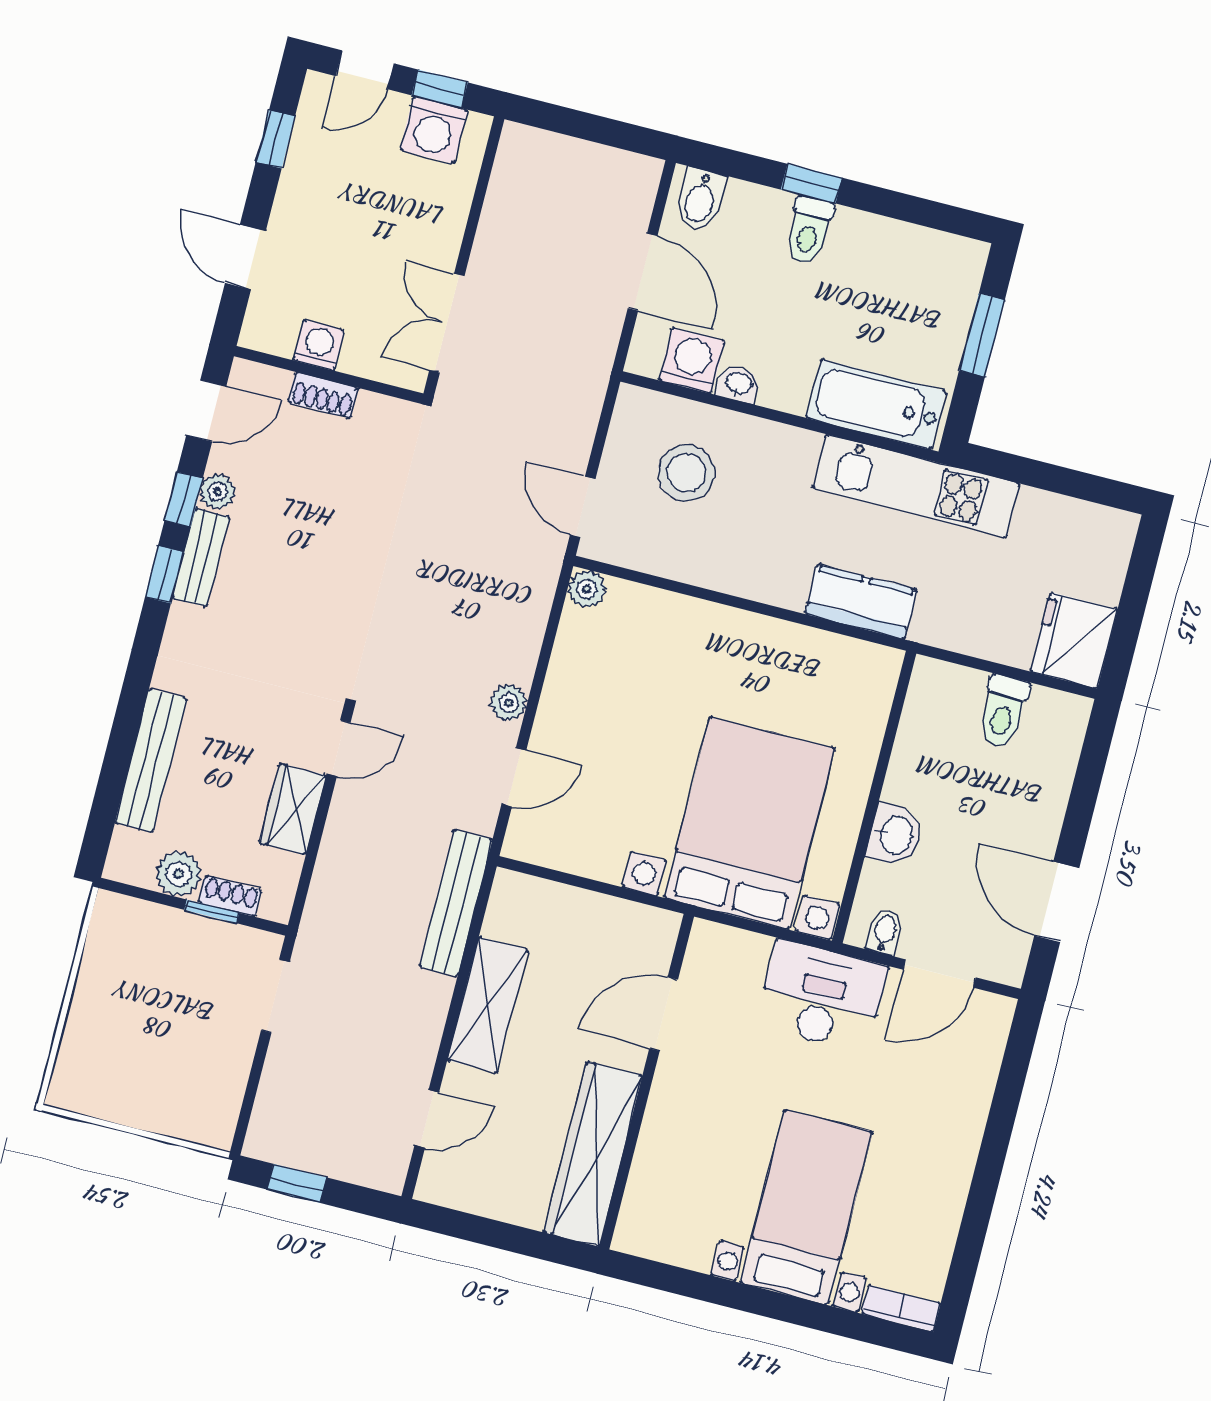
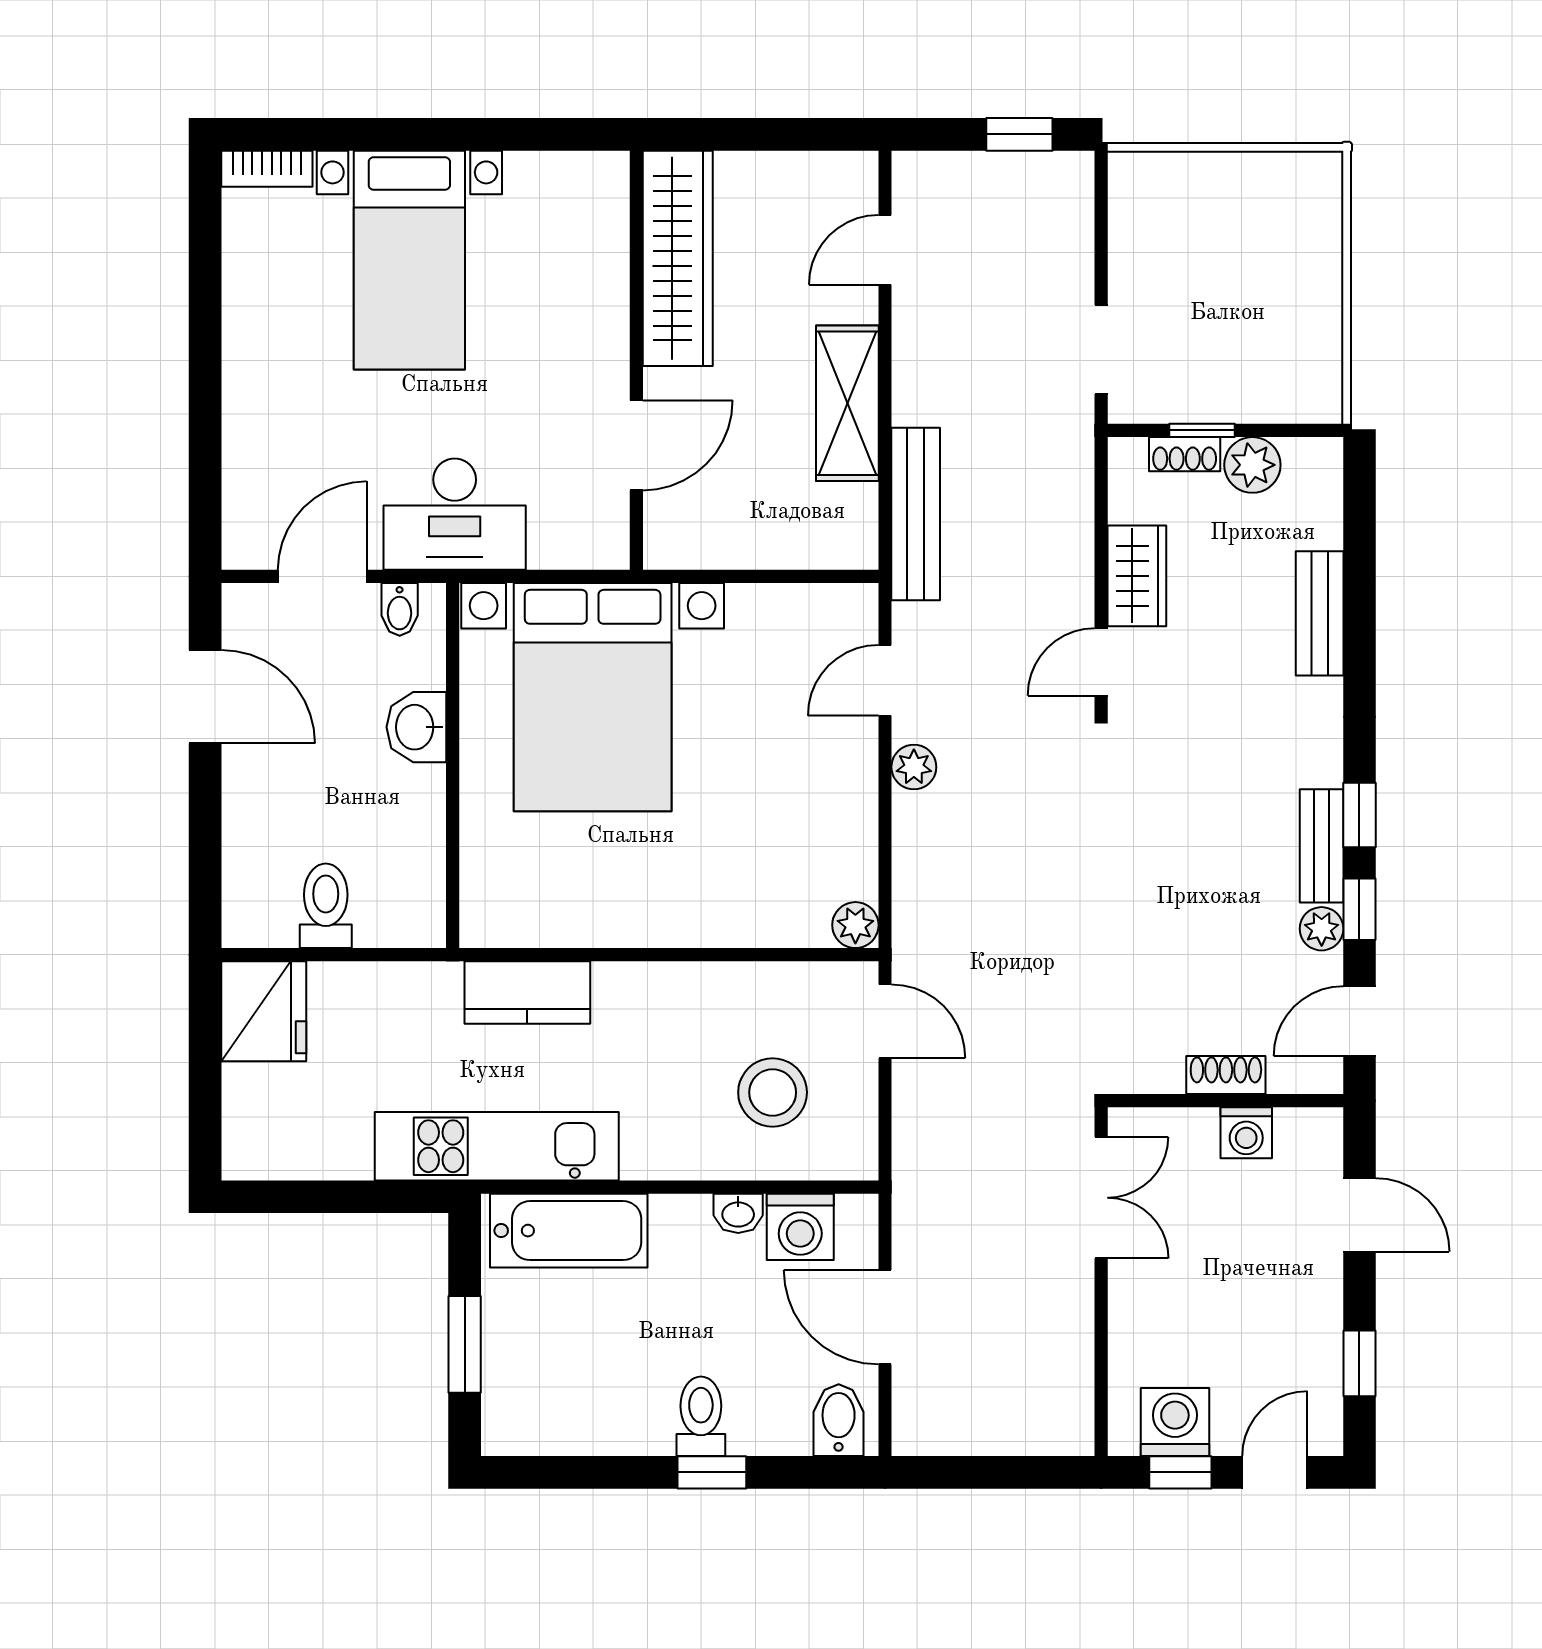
bench: (151, 760) -> (1320, 613), width x0.73

